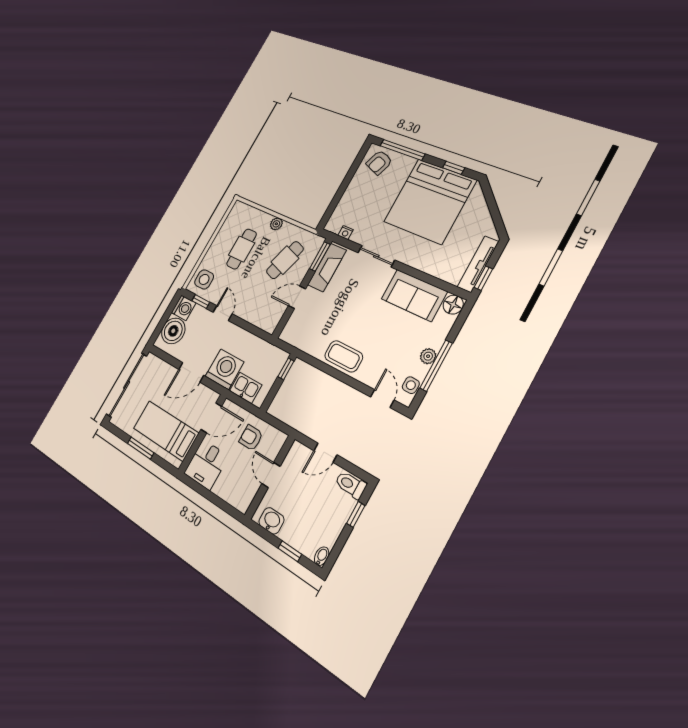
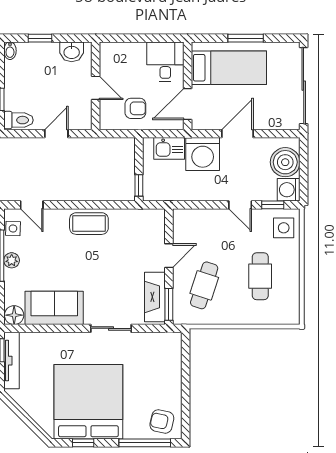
armchair: (379, 162) -> (162, 421), turned -99
plant: (276, 224) -> (237, 317), removed
nightstand: (346, 233) -> (156, 338), removed

